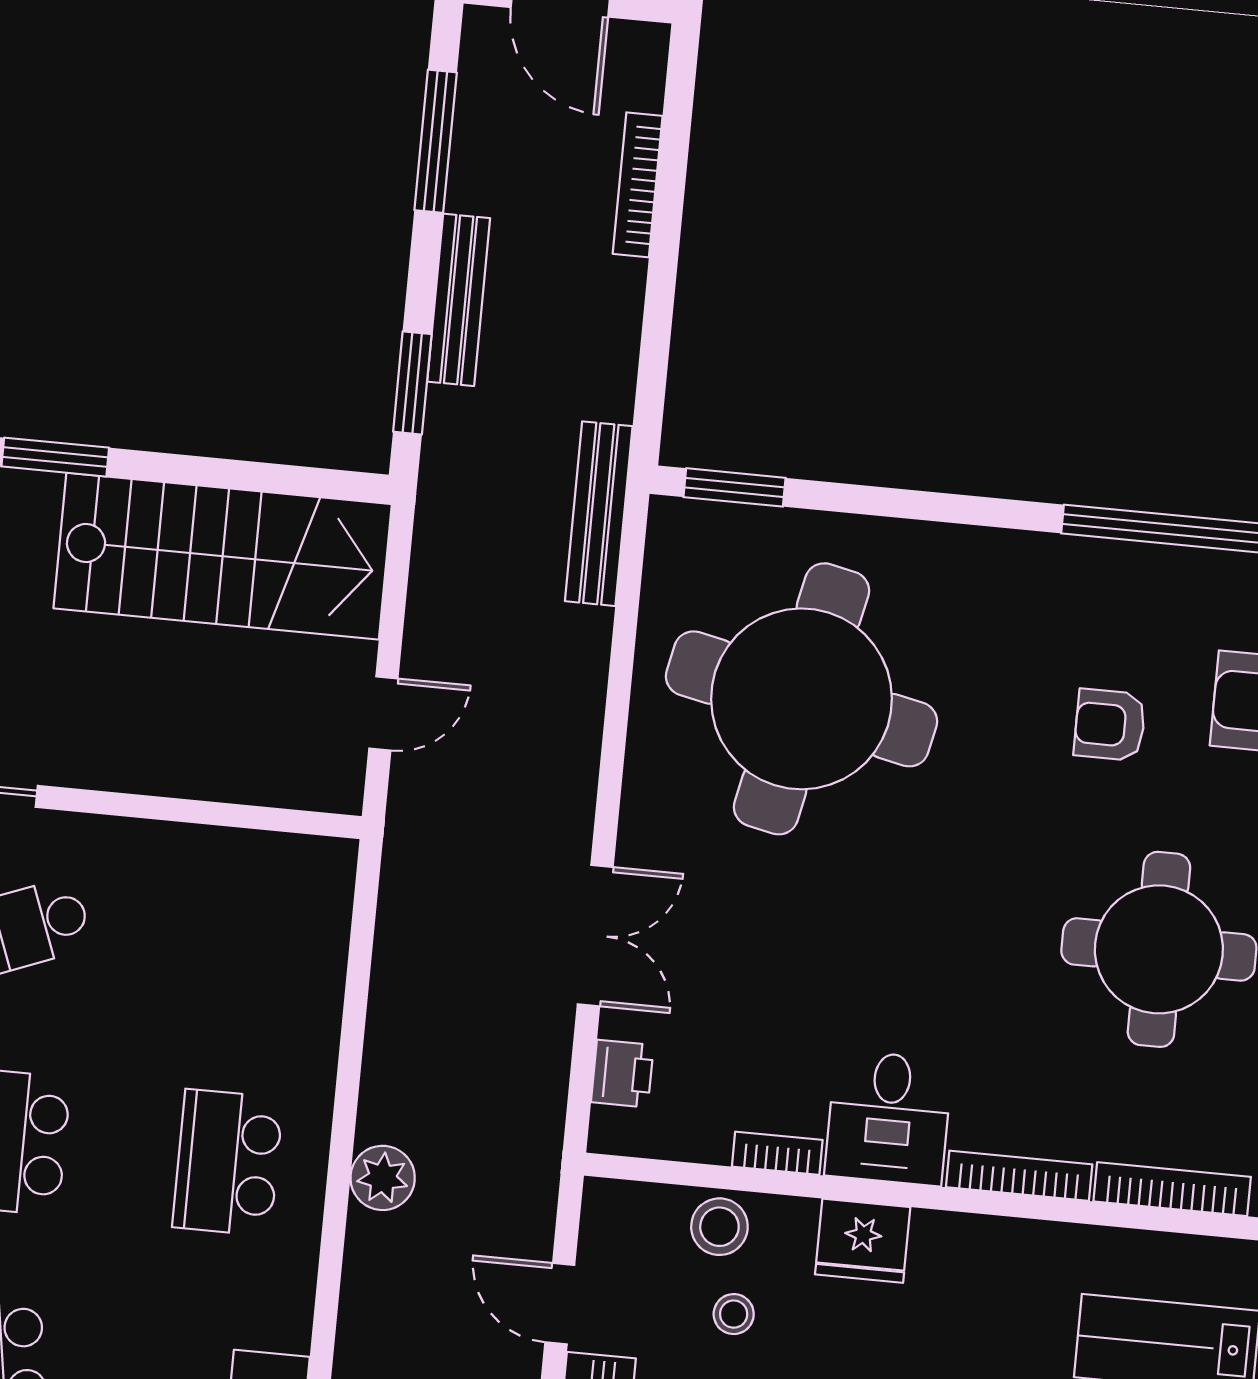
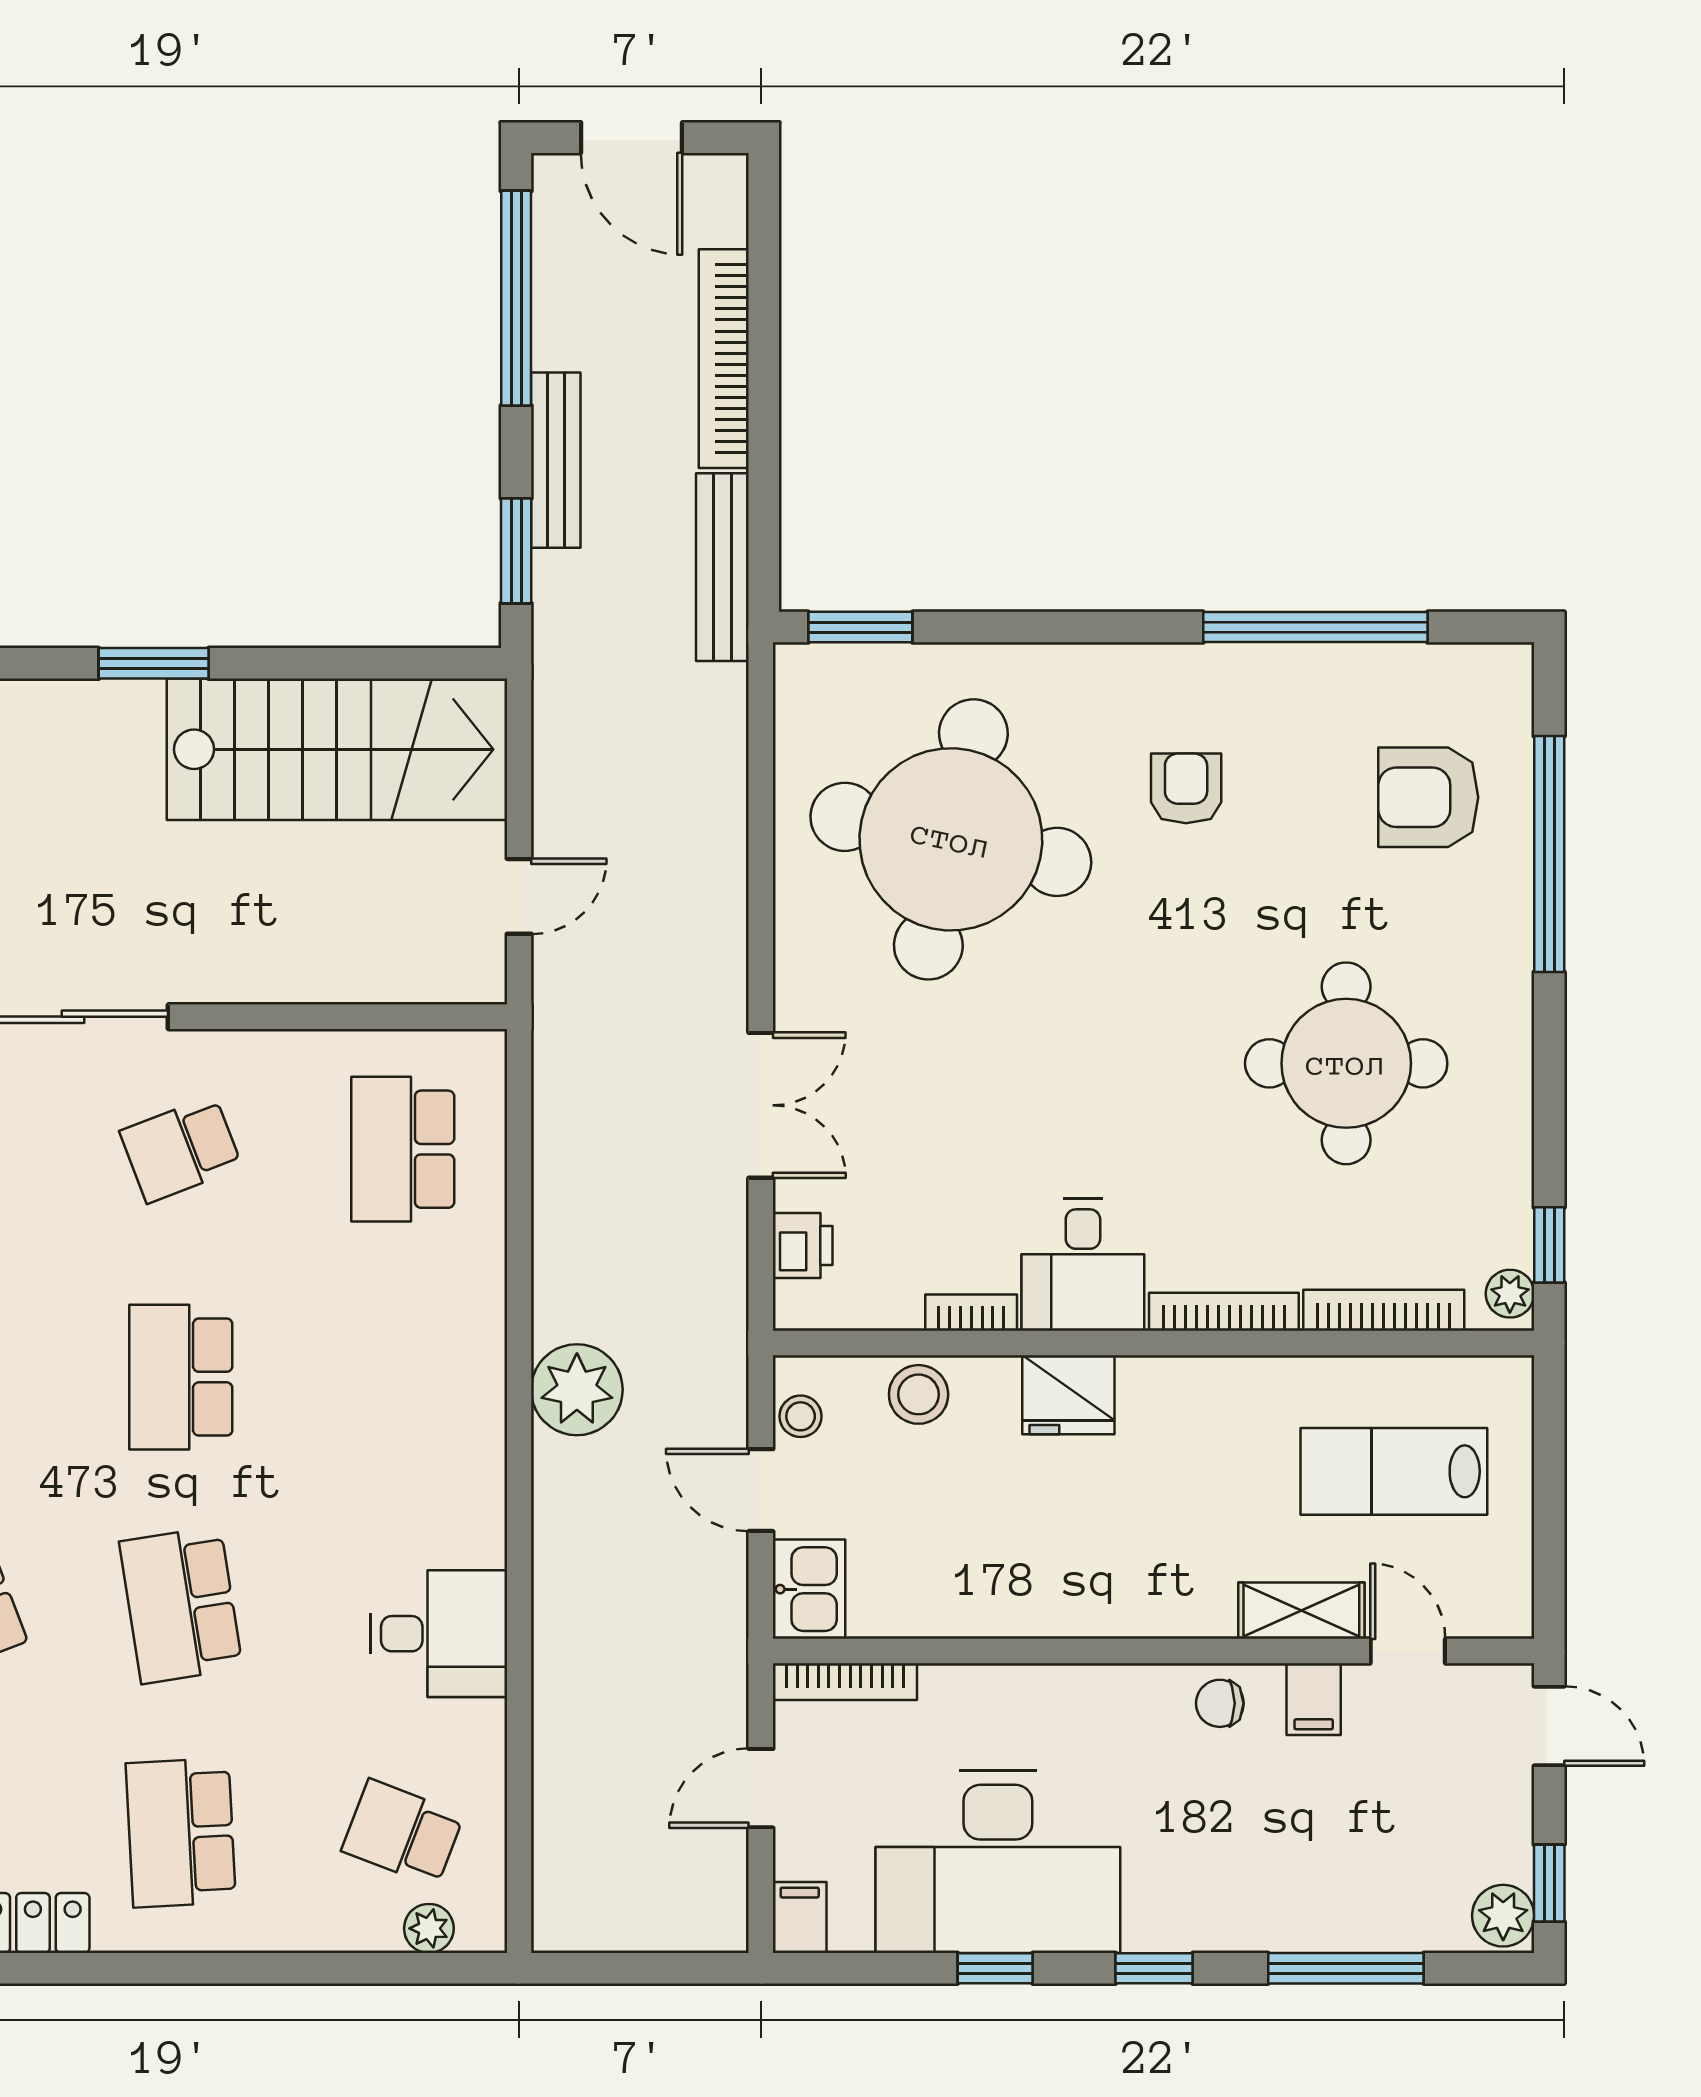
window: (436, 141) -> (516, 298), width x1.46
bookcase: (638, 185) -> (724, 359), width x1.48, depth x1.31
bench: (599, 514) -> (722, 567), moved
armchair: (1110, 725) -> (1186, 788), moved, turned 90
school desk: (228, 1163) -> (403, 1149), moved
plant: (383, 1178) -> (577, 1390), width x1.36, depth x1.36
stool: (734, 1314) -> (801, 1416), moved

